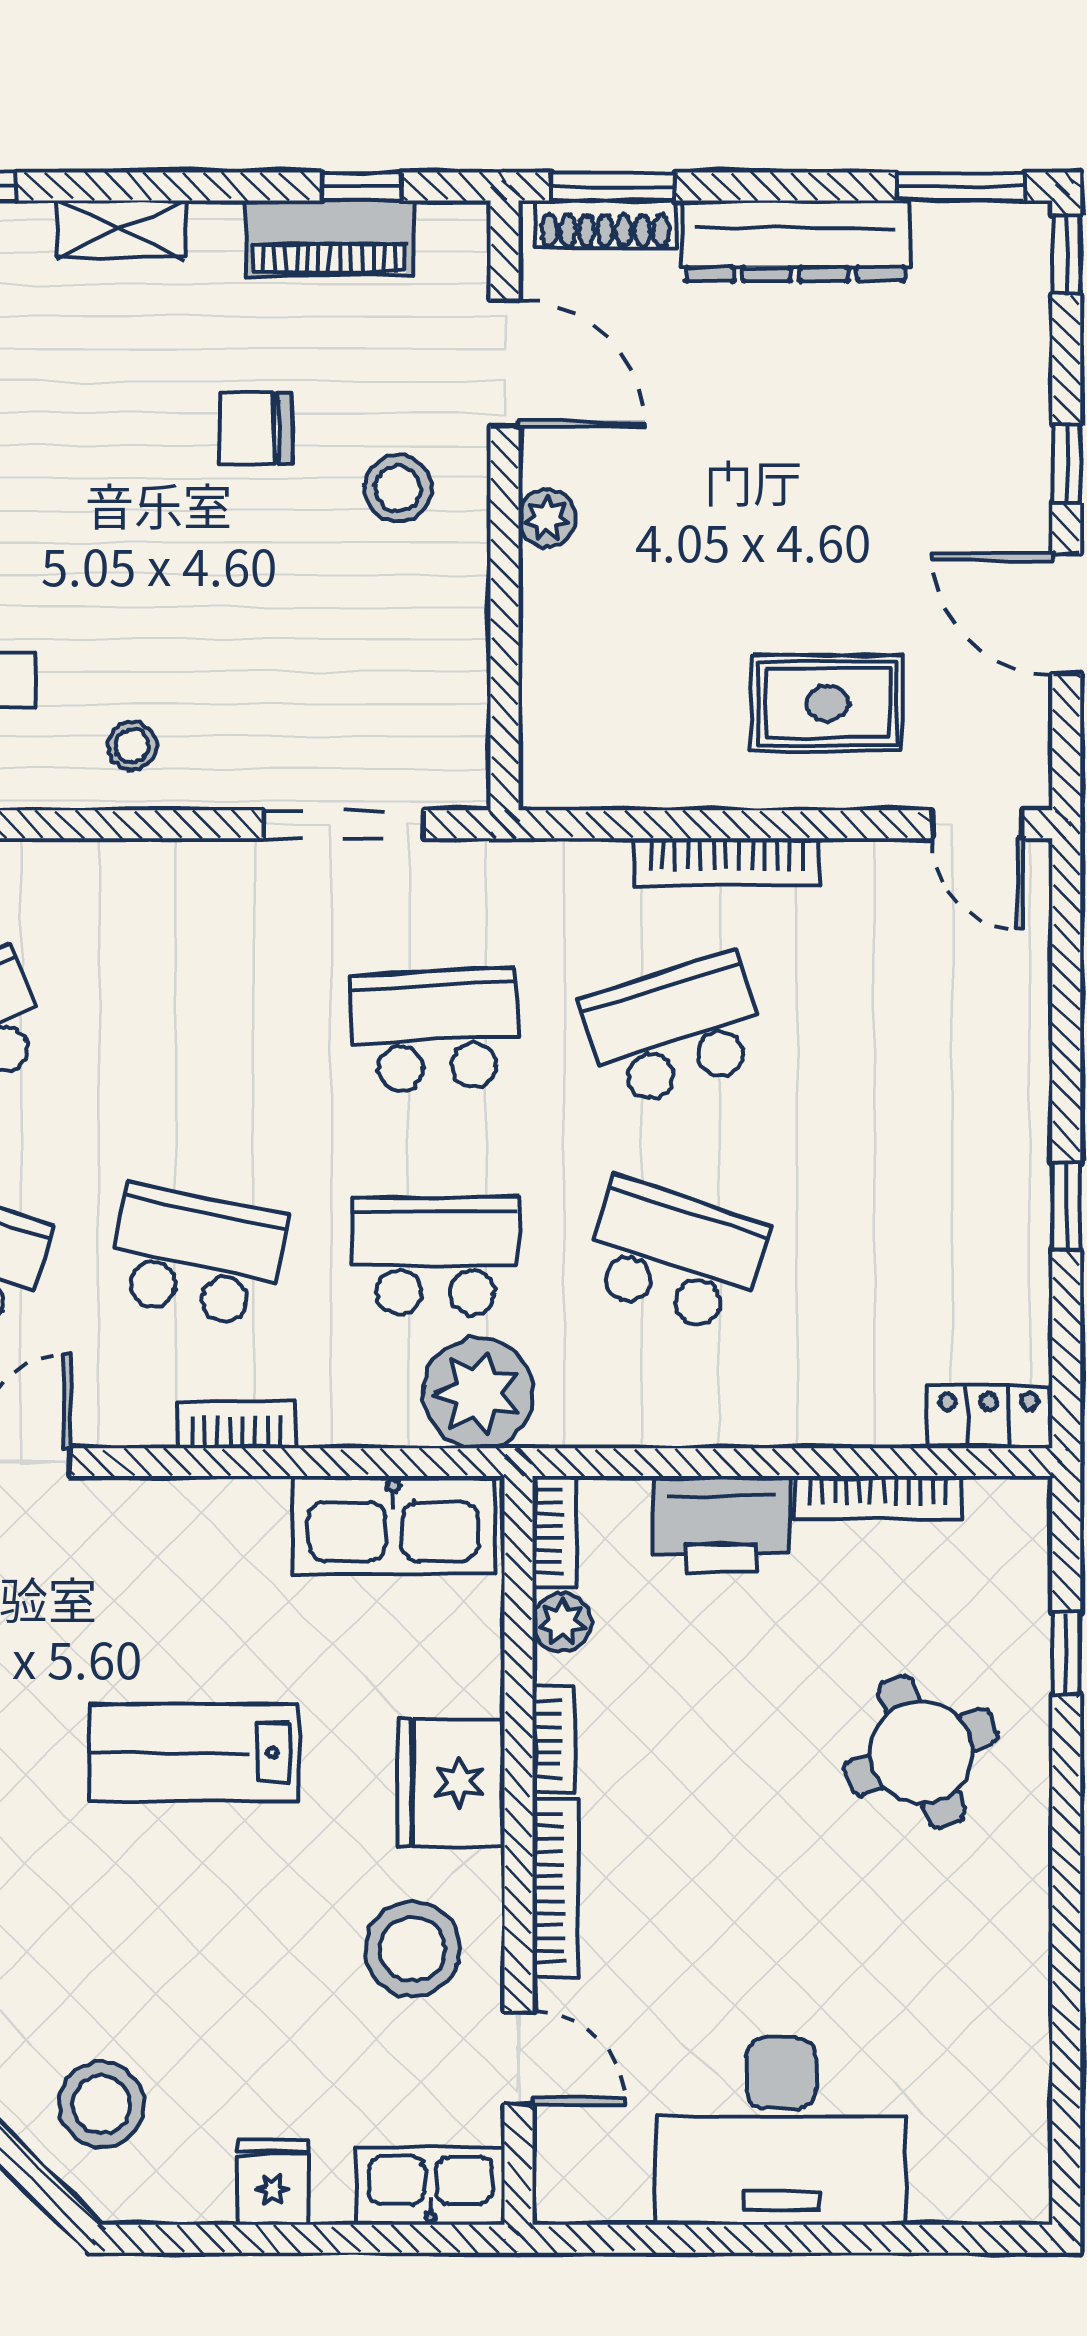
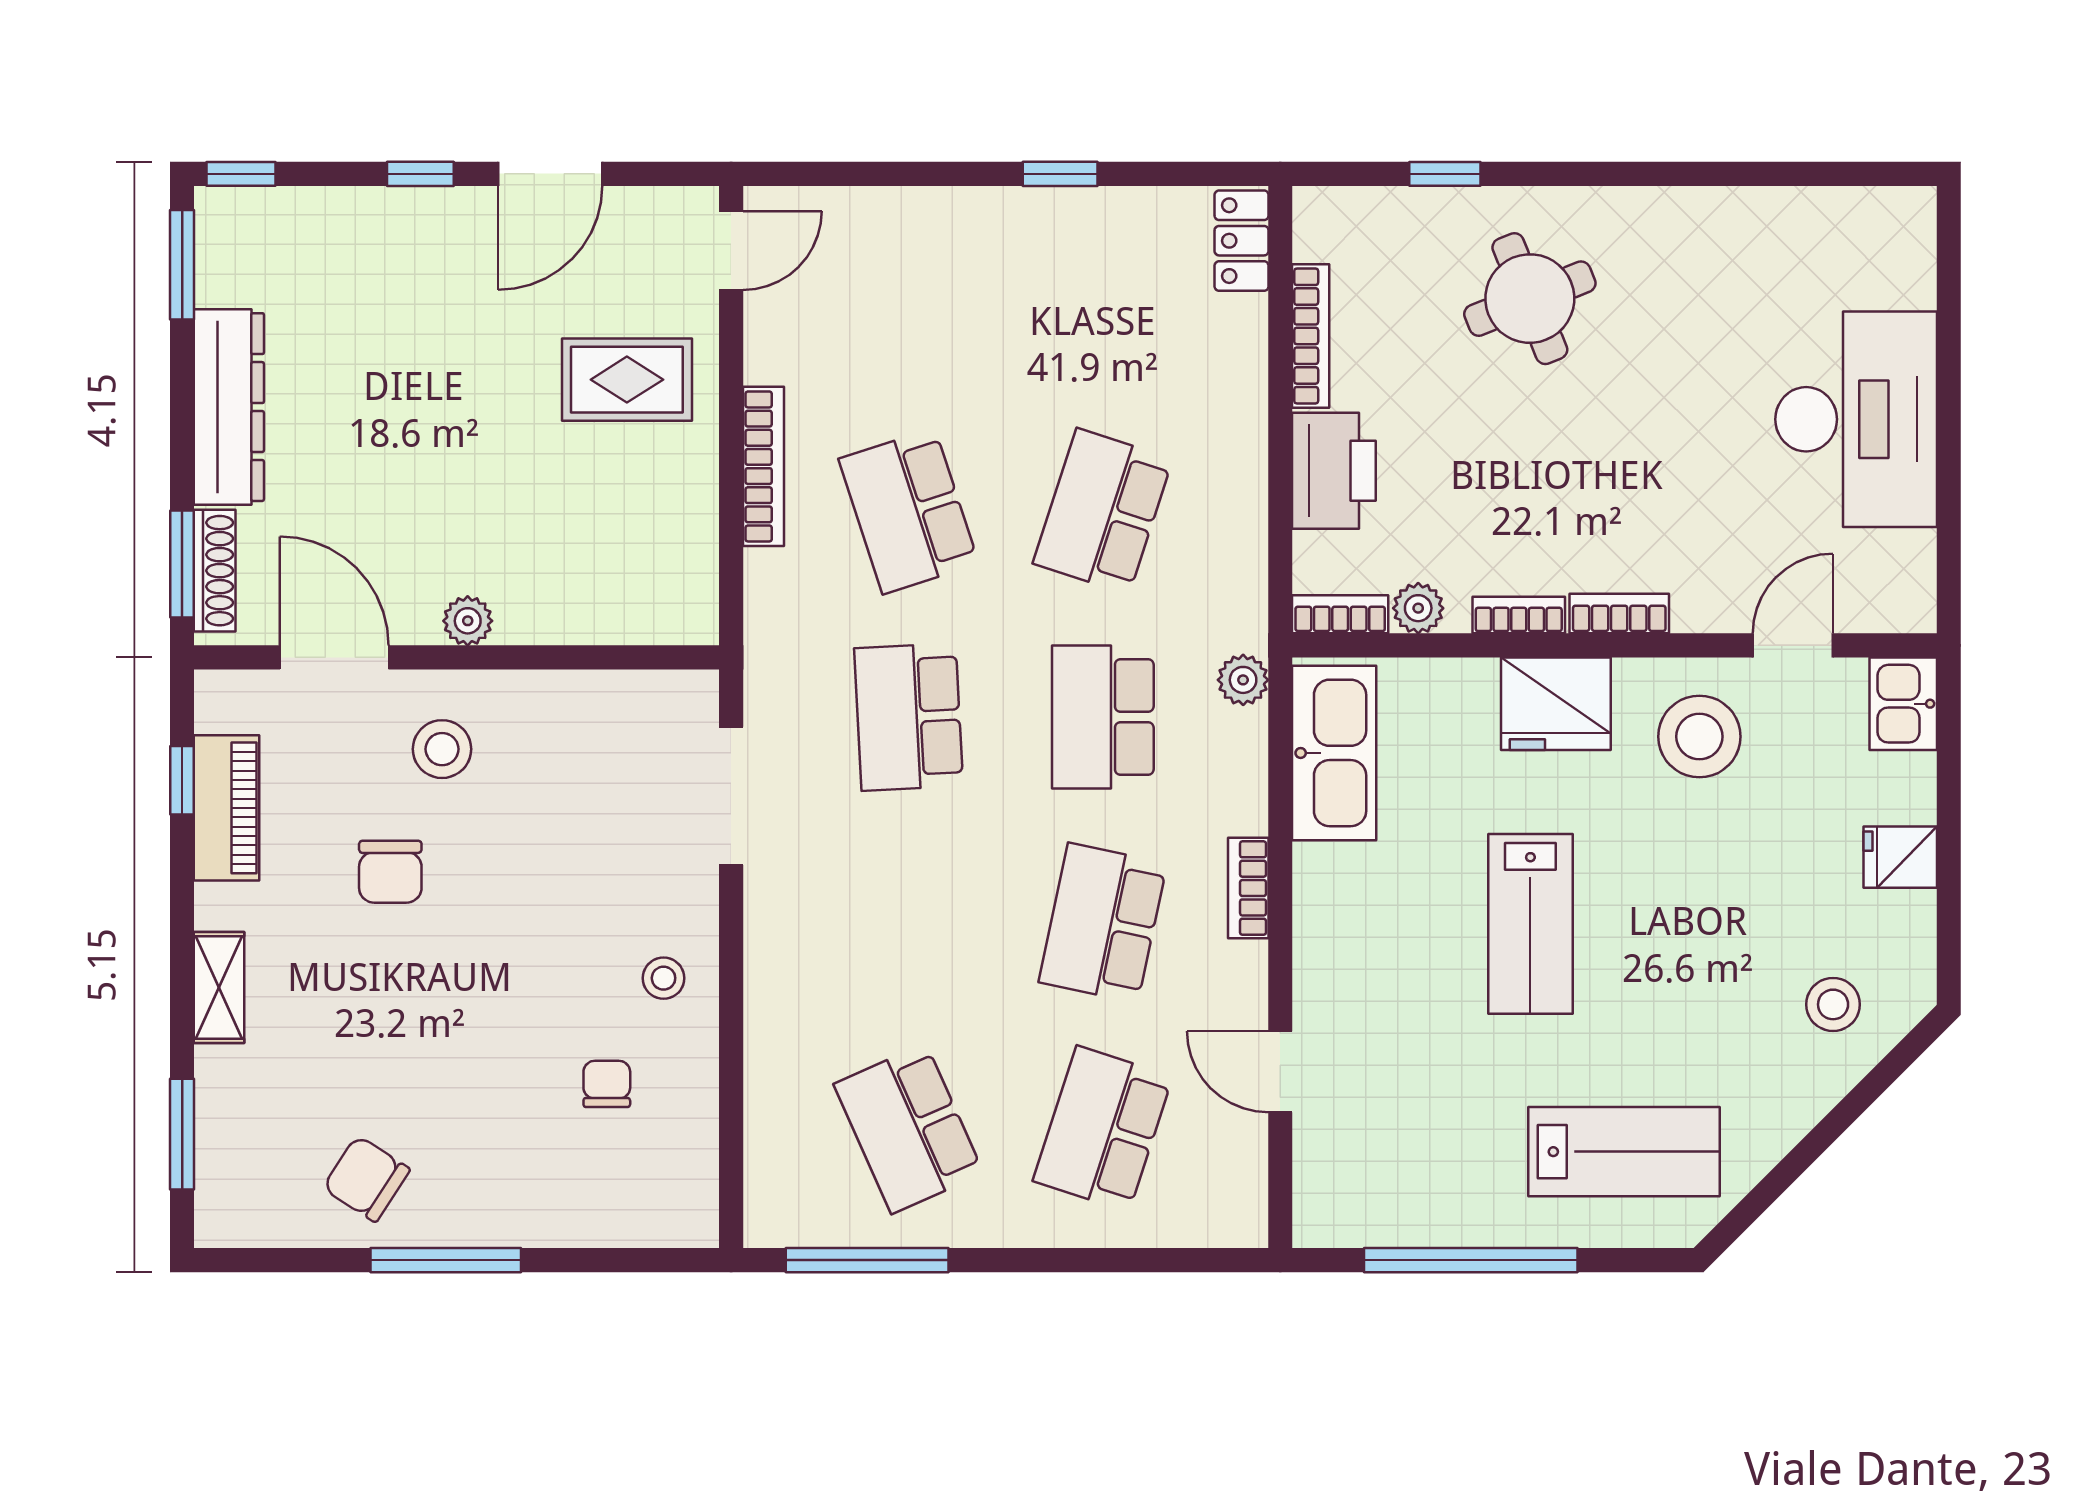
door: (505, 363) -> (334, 657), hinge flipped
rug: (827, 703) -> (627, 380), turned 90
plant: (478, 1393) -> (1243, 680), width x0.53, depth x0.53
bookcase: (555, 1888) -> (1619, 614), width x0.64
stool: (101, 2104) -> (1833, 1004), width x0.73, depth x0.73
kitchen sink: (431, 2186) -> (1903, 704), width x0.73

